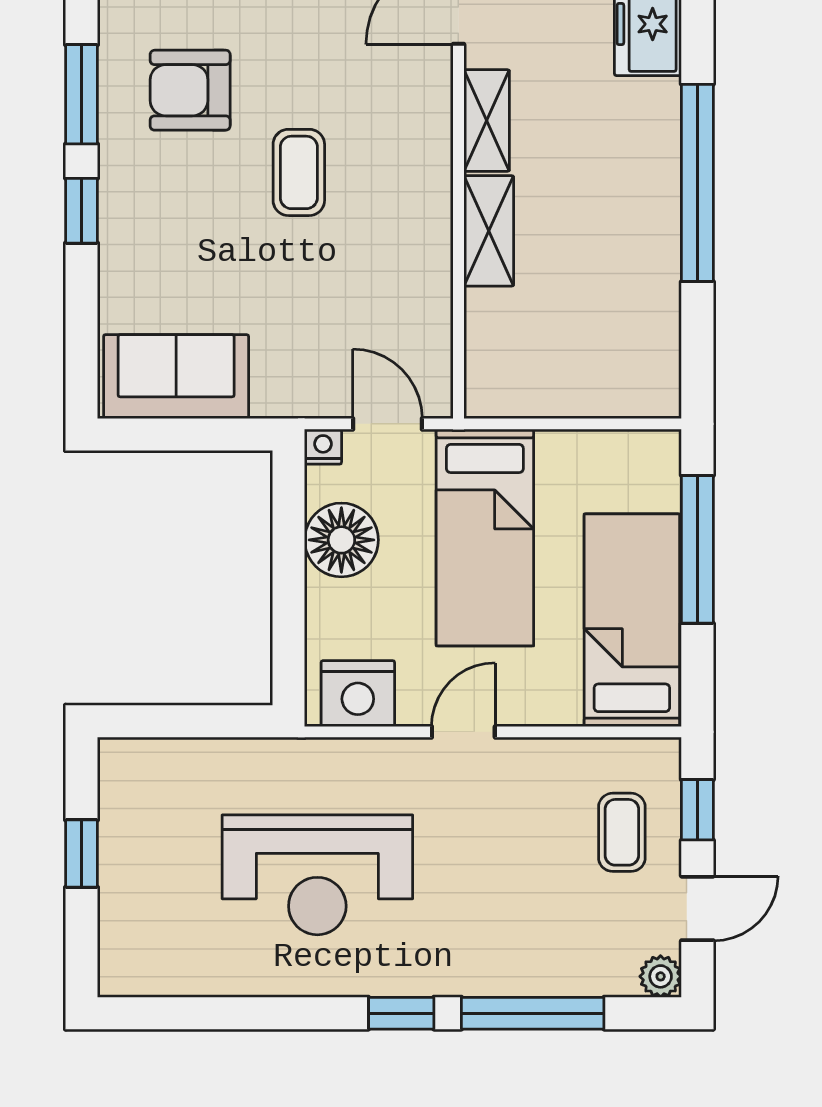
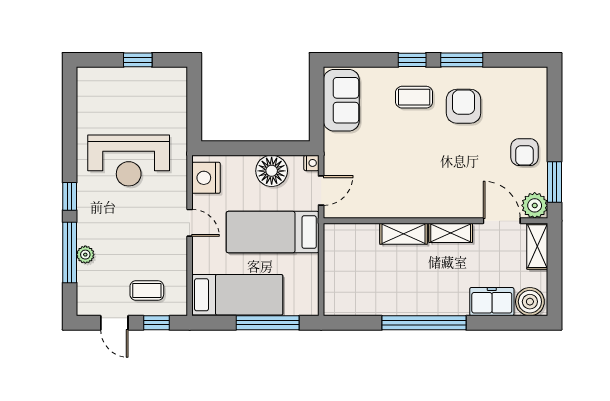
coffee table: (299, 172) -> (414, 97), moved
reception desk: (317, 875) -> (129, 161), turned -90
plant: (661, 976) -> (85, 255), moved

